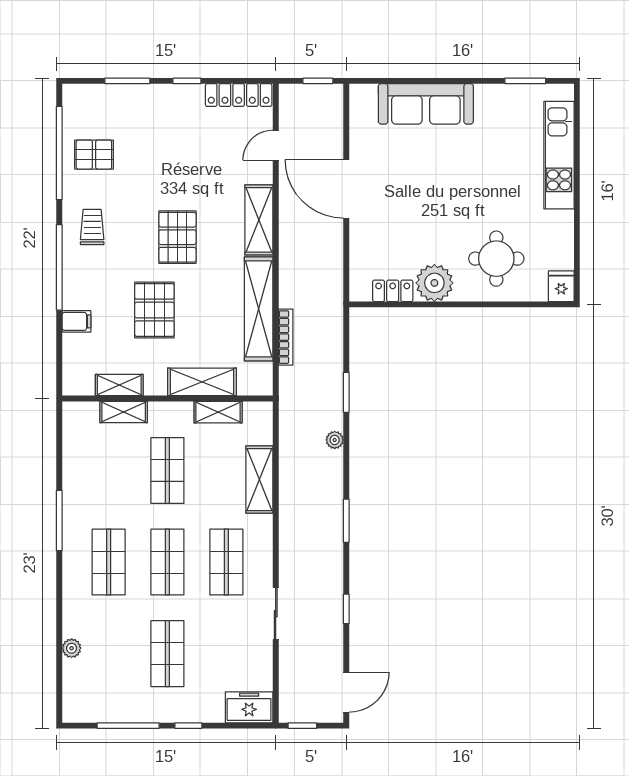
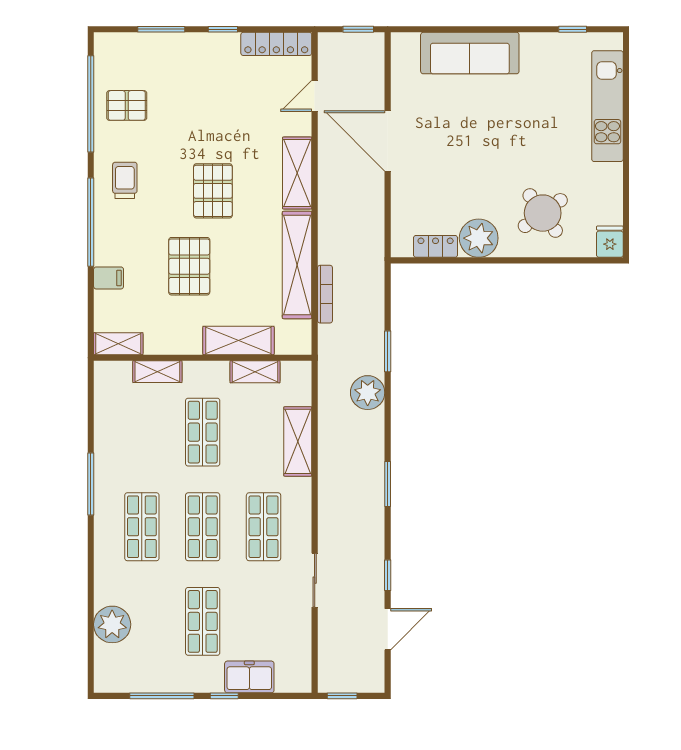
window: (525, 81) -> (573, 29), width x0.67
round table: (496, 259) -> (543, 213), turned -36
shelving: (119, 385) -> (118, 344), moved
plant: (335, 440) -> (368, 393), width x1.88, depth x1.88
plant: (72, 648) -> (112, 624), width x1.88, depth x1.88
door: (346, 692) -> (388, 629), moved
freezer: (249, 707) -> (249, 677), moved

